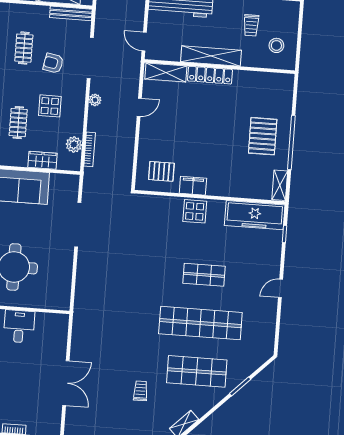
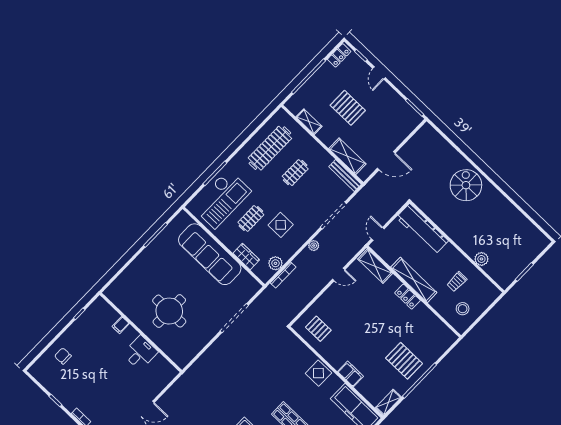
armchair: (53, 63) -> (306, 199), removed
locker: (210, 75) -> (408, 297), width x0.66
pallet: (263, 136) -> (404, 361), turned 90
filing cabinet: (193, 186) -> (351, 374), moved

